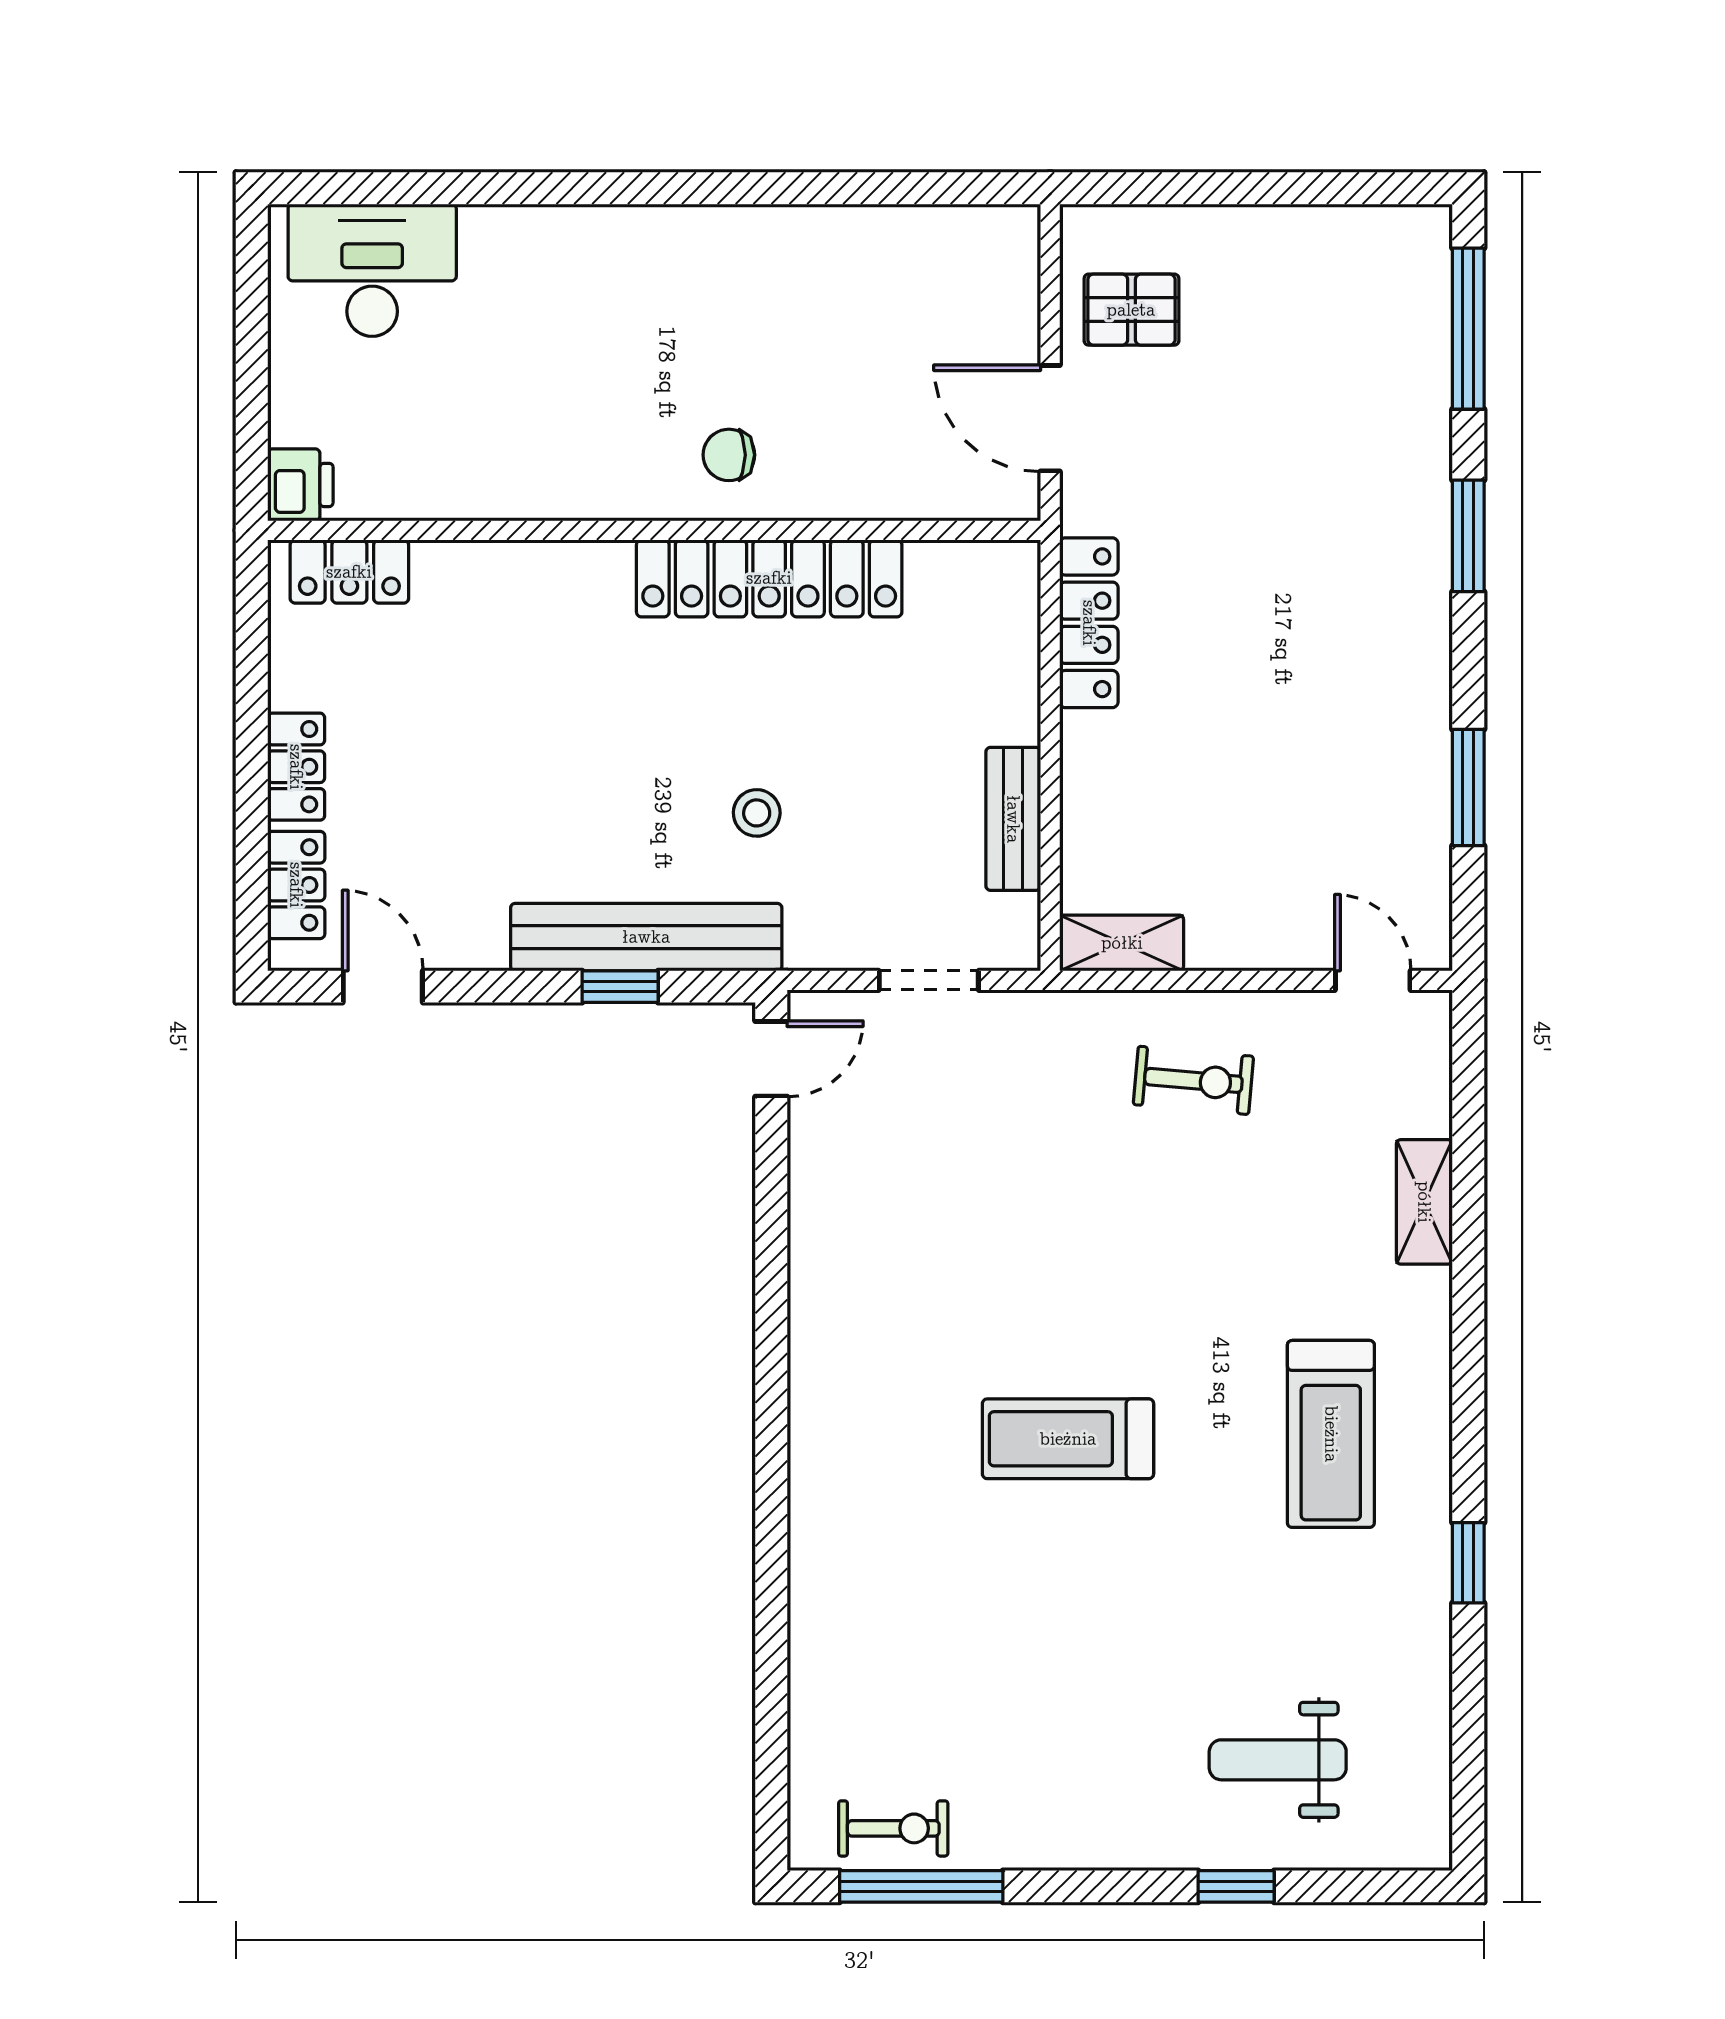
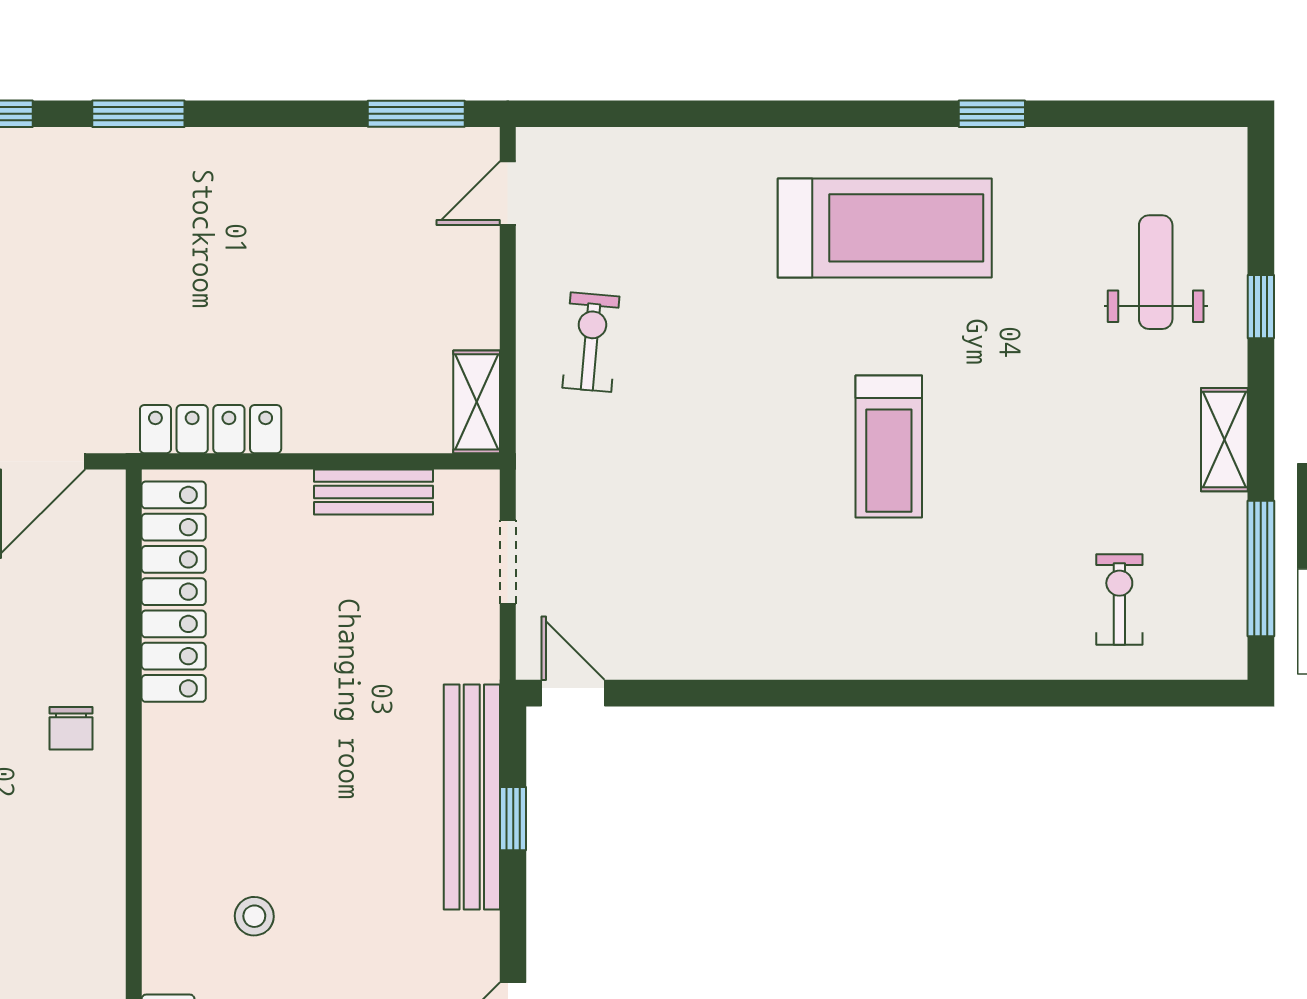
locker: (769, 578) -> (174, 592), moved
window: (1468, 787) -> (416, 114), moved
stool: (757, 813) -> (254, 916), moved
shelving: (1424, 1202) -> (1224, 440), moved, turned 90
treadmill: (1331, 1434) -> (885, 228), width x1.37, depth x1.38
weight bench: (1278, 1760) -> (1156, 272), turned 180
exercise bike: (893, 1828) -> (1119, 600), moved

